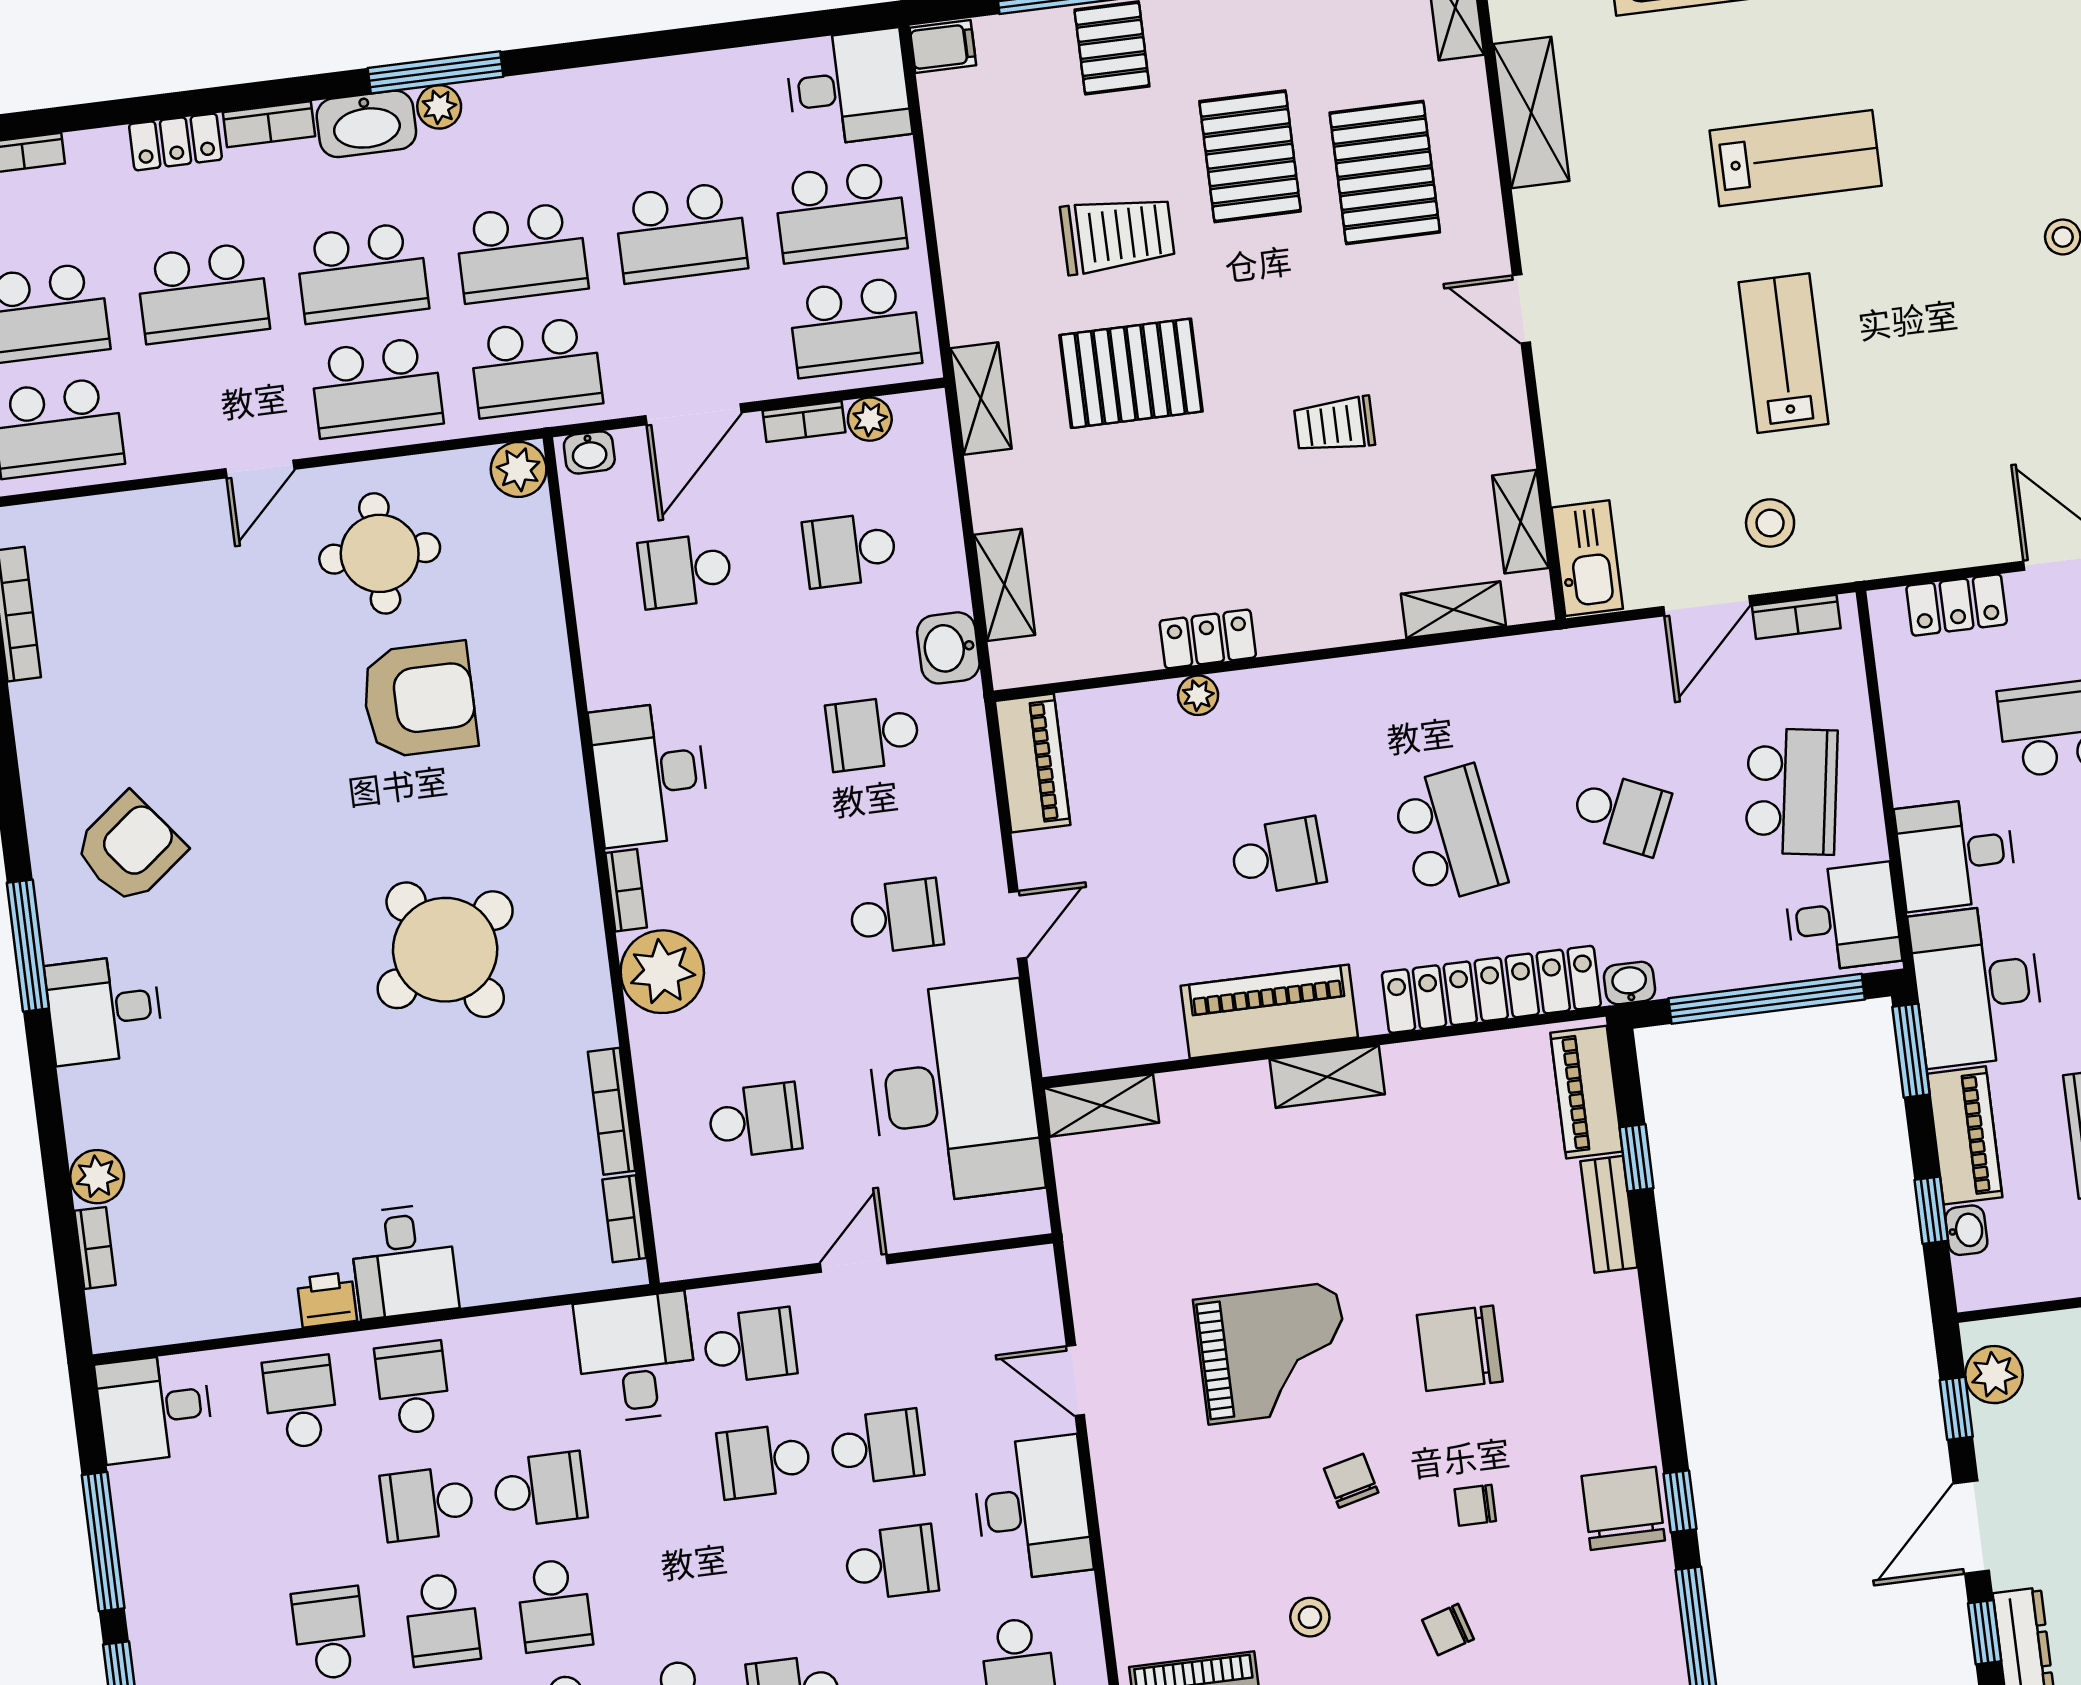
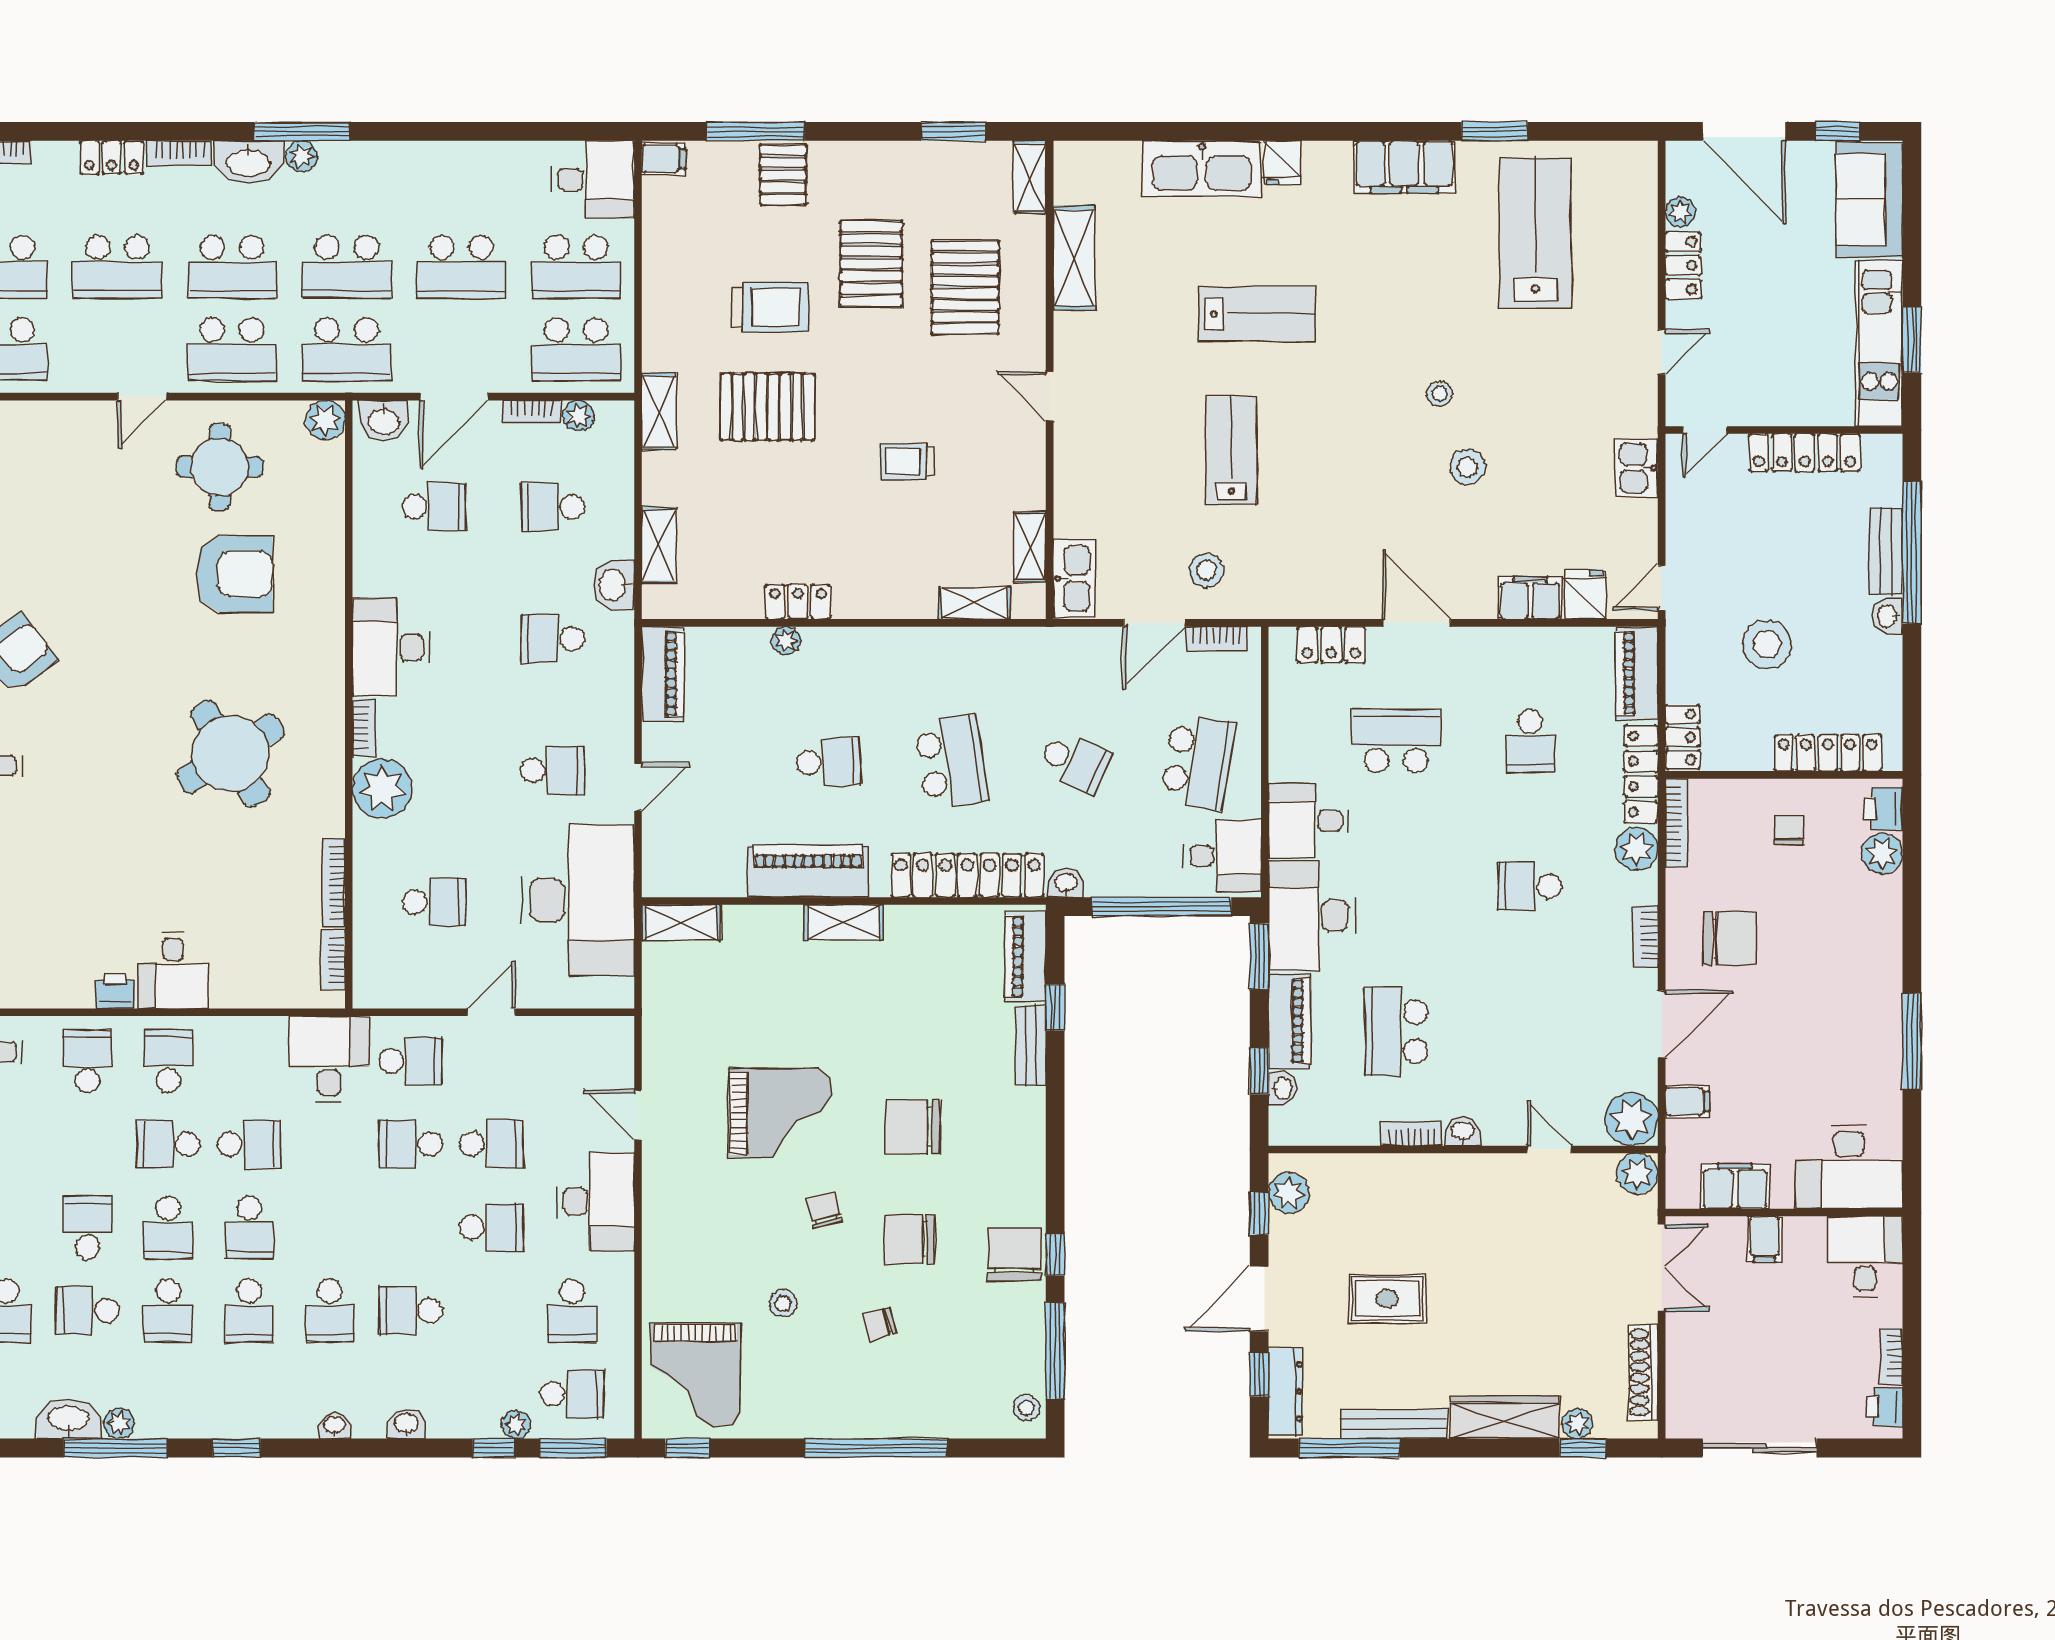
washbasin: (589, 452) -> (383, 421), width x1.38, depth x1.45
school desk: (685, 571) -> (434, 507), turned 180
chair: (1475, 1505) -> (910, 1239), width x1.87, depth x1.87

